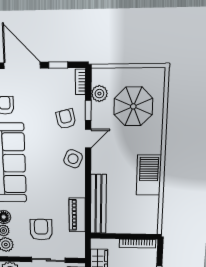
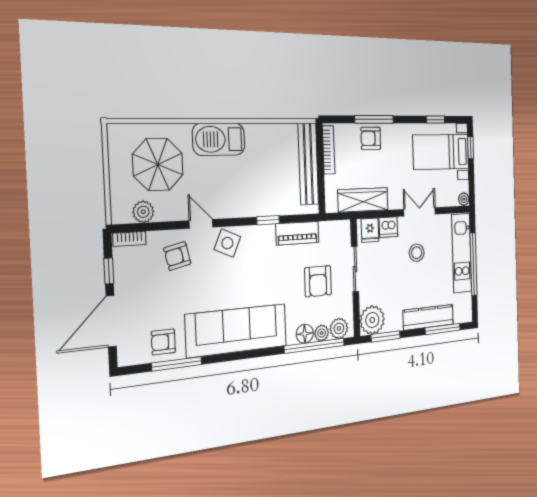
window: (88, 110) -> (268, 220), moved
barbecue: (149, 175) -> (219, 139), moved
bench: (98, 204) -> (308, 164), moved, turned 90
armchair: (41, 230) -> (318, 281), turned -90

